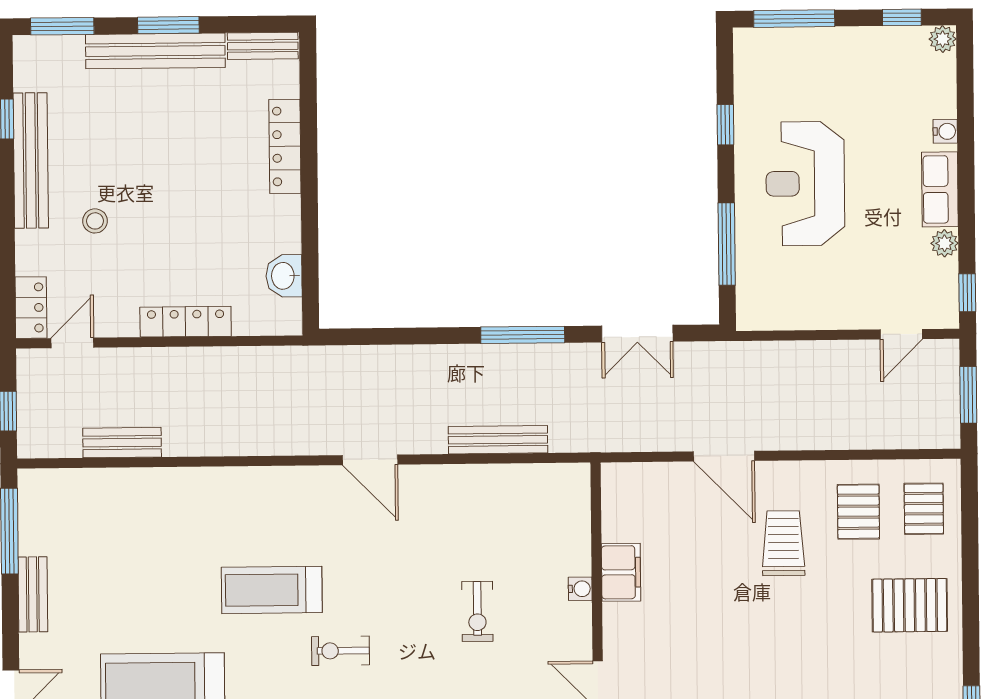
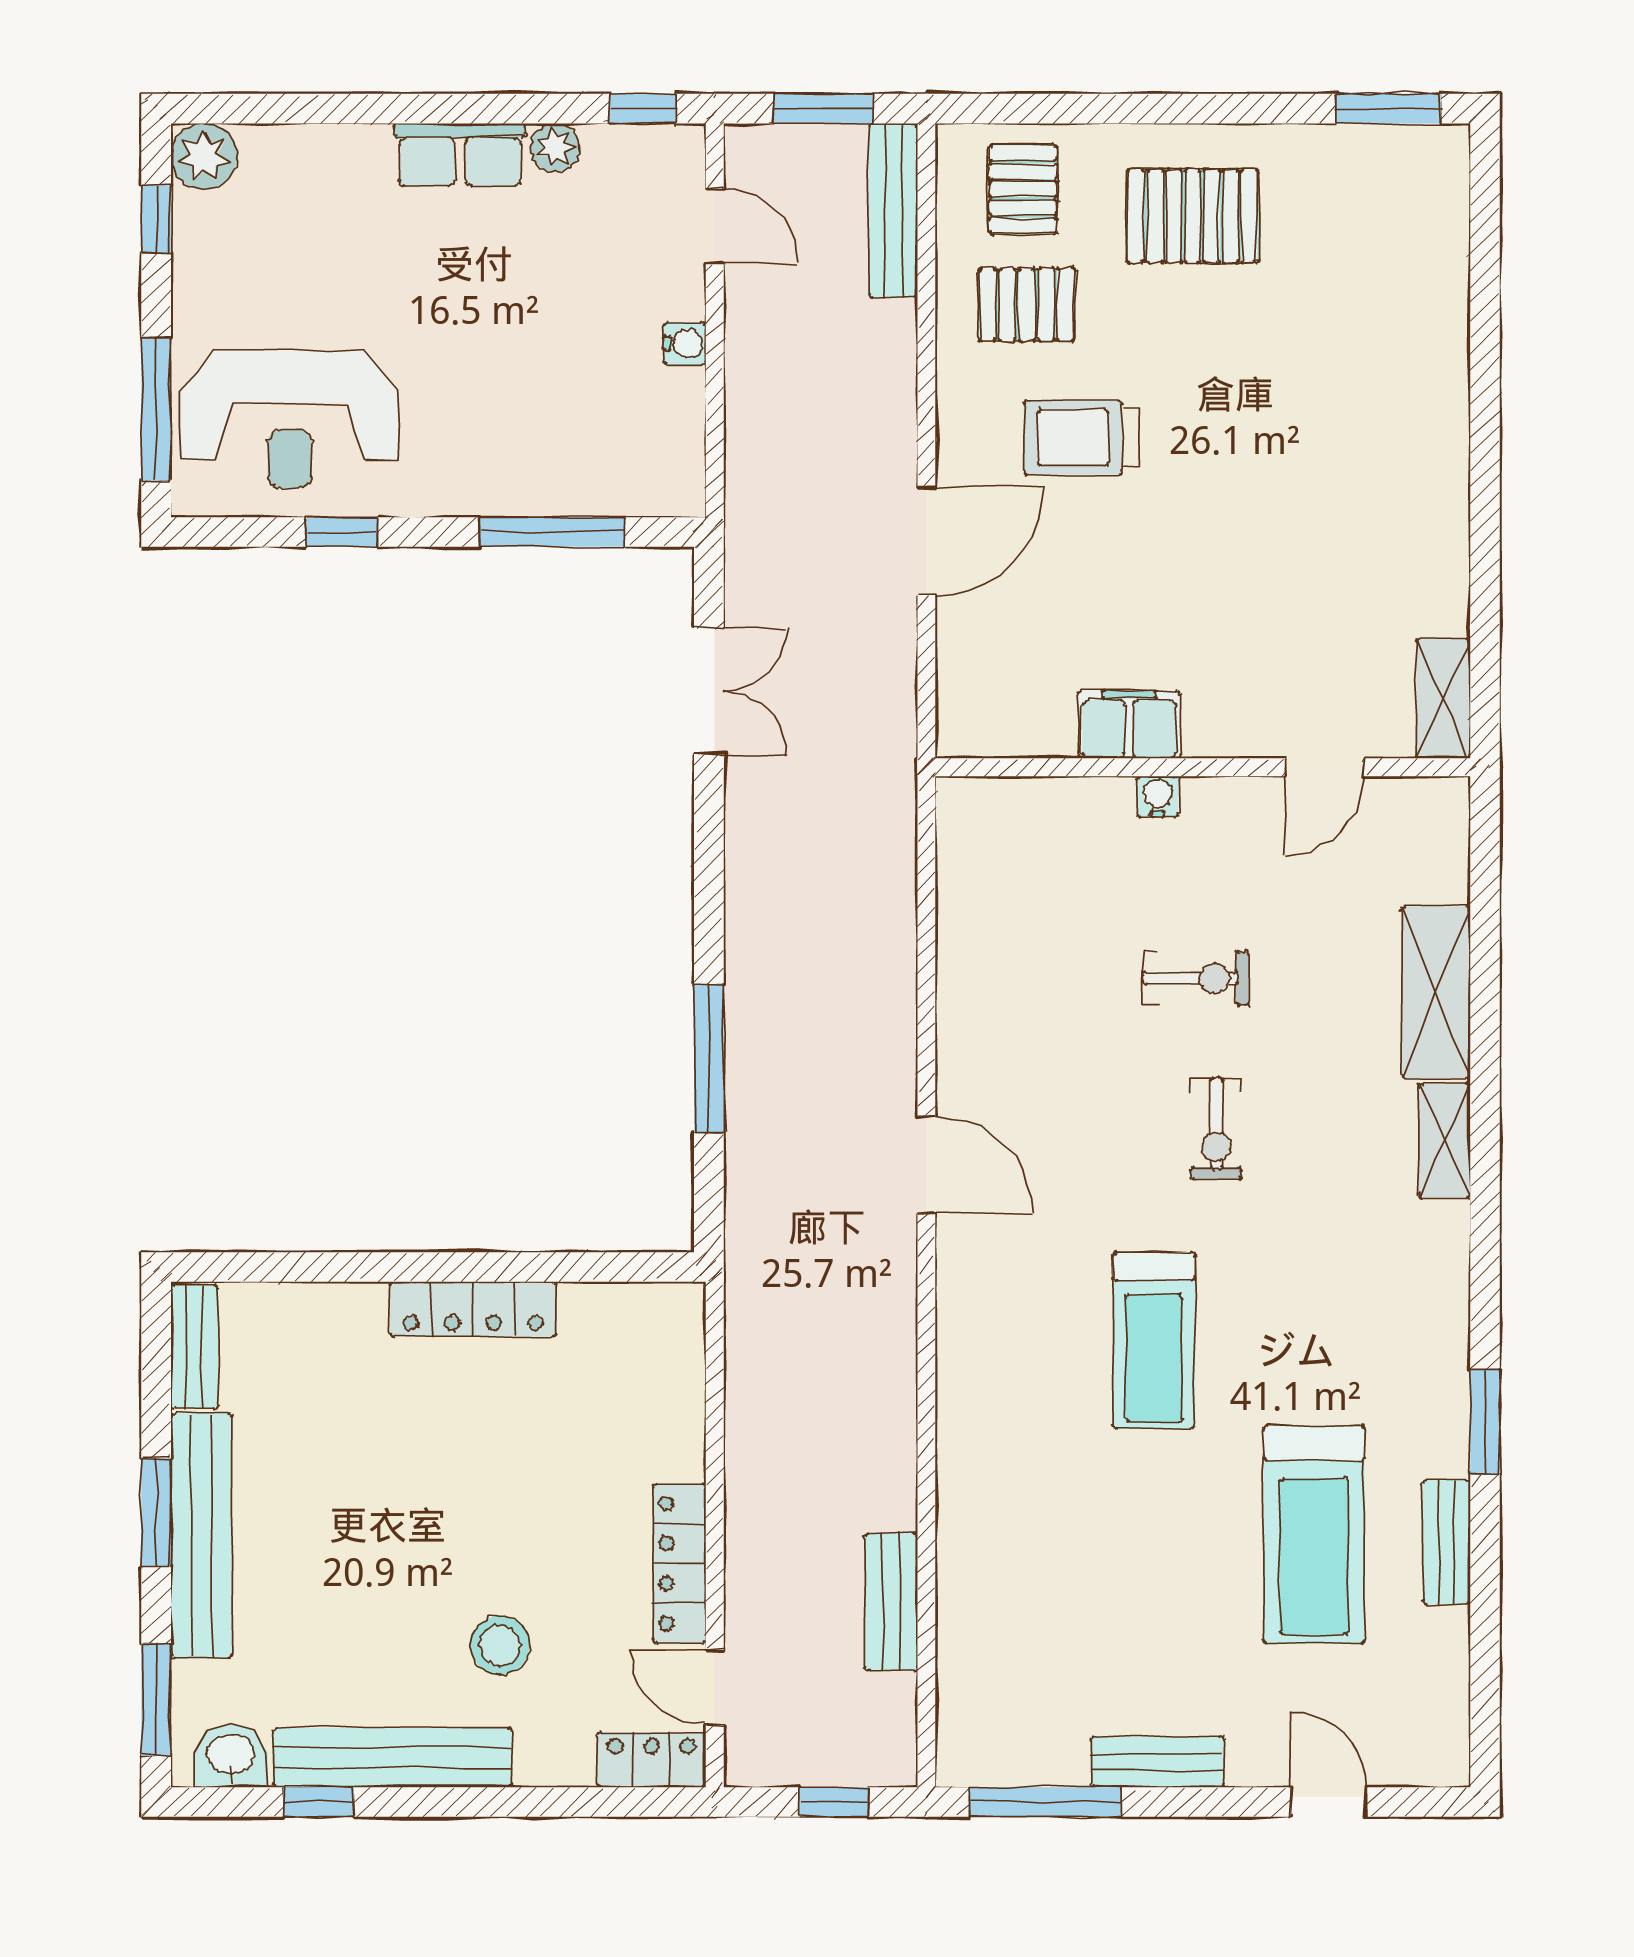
plant: (943, 39) -> (204, 156), width x1.38, depth x1.38
water cooler: (945, 131) -> (685, 343), moved, turned 90
locker: (285, 146) -> (473, 1309), moved
reception desk: (805, 184) -> (290, 419), moved
stool: (95, 221) -> (500, 1645), width x1.37, depth x1.37
washbasin: (284, 276) -> (231, 1756), moved, turned 180
locker: (186, 322) -> (679, 1563), moved
window: (523, 335) -> (709, 1058), moved
bench: (498, 440) -> (893, 211), moved
door: (370, 460) -> (926, 1165), hinge flipped
pallet: (924, 509) -> (1023, 189), turned 90
pallet: (910, 605) -> (1193, 216), turned 90
exercise bike: (340, 651) -> (1216, 1129), moved

